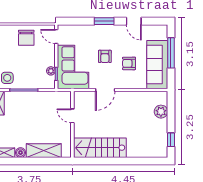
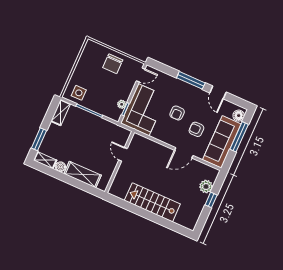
window: (104, 21) -> (191, 80), width x1.44
floor lamp: (162, 34) -> (239, 116), added
door: (56, 36) -> (141, 75), swing flipped
door: (105, 90) -> (184, 153), moved
window: (171, 140) -> (211, 200), moved
stairs: (100, 148) -> (152, 202), moved

